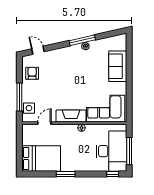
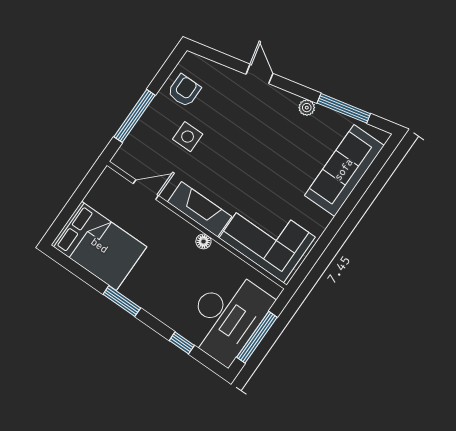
window: (82, 40) -> (344, 108), moved
door: (38, 50) -> (259, 74), moved
sofa: (118, 66) -> (344, 170), width x1.36
side table: (29, 108) -> (188, 137), moved
window: (113, 174) -> (182, 343), moved

